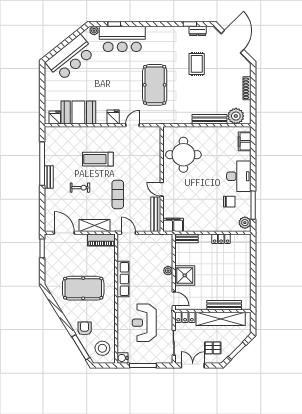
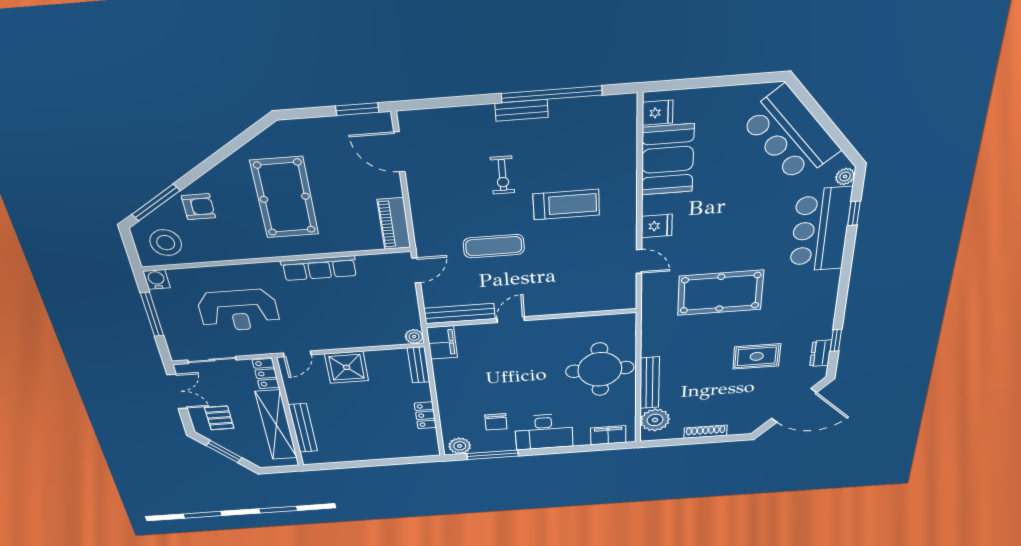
round table: (183, 155) -> (600, 369), moved
treadmill: (98, 159) -> (566, 205), turned 90
shelving: (95, 226) -> (423, 209), removed
door: (64, 233) -> (399, 152), swing flipped
plant: (168, 271) -> (414, 336), moved
reception desk: (144, 323) -> (239, 310), turned 180

